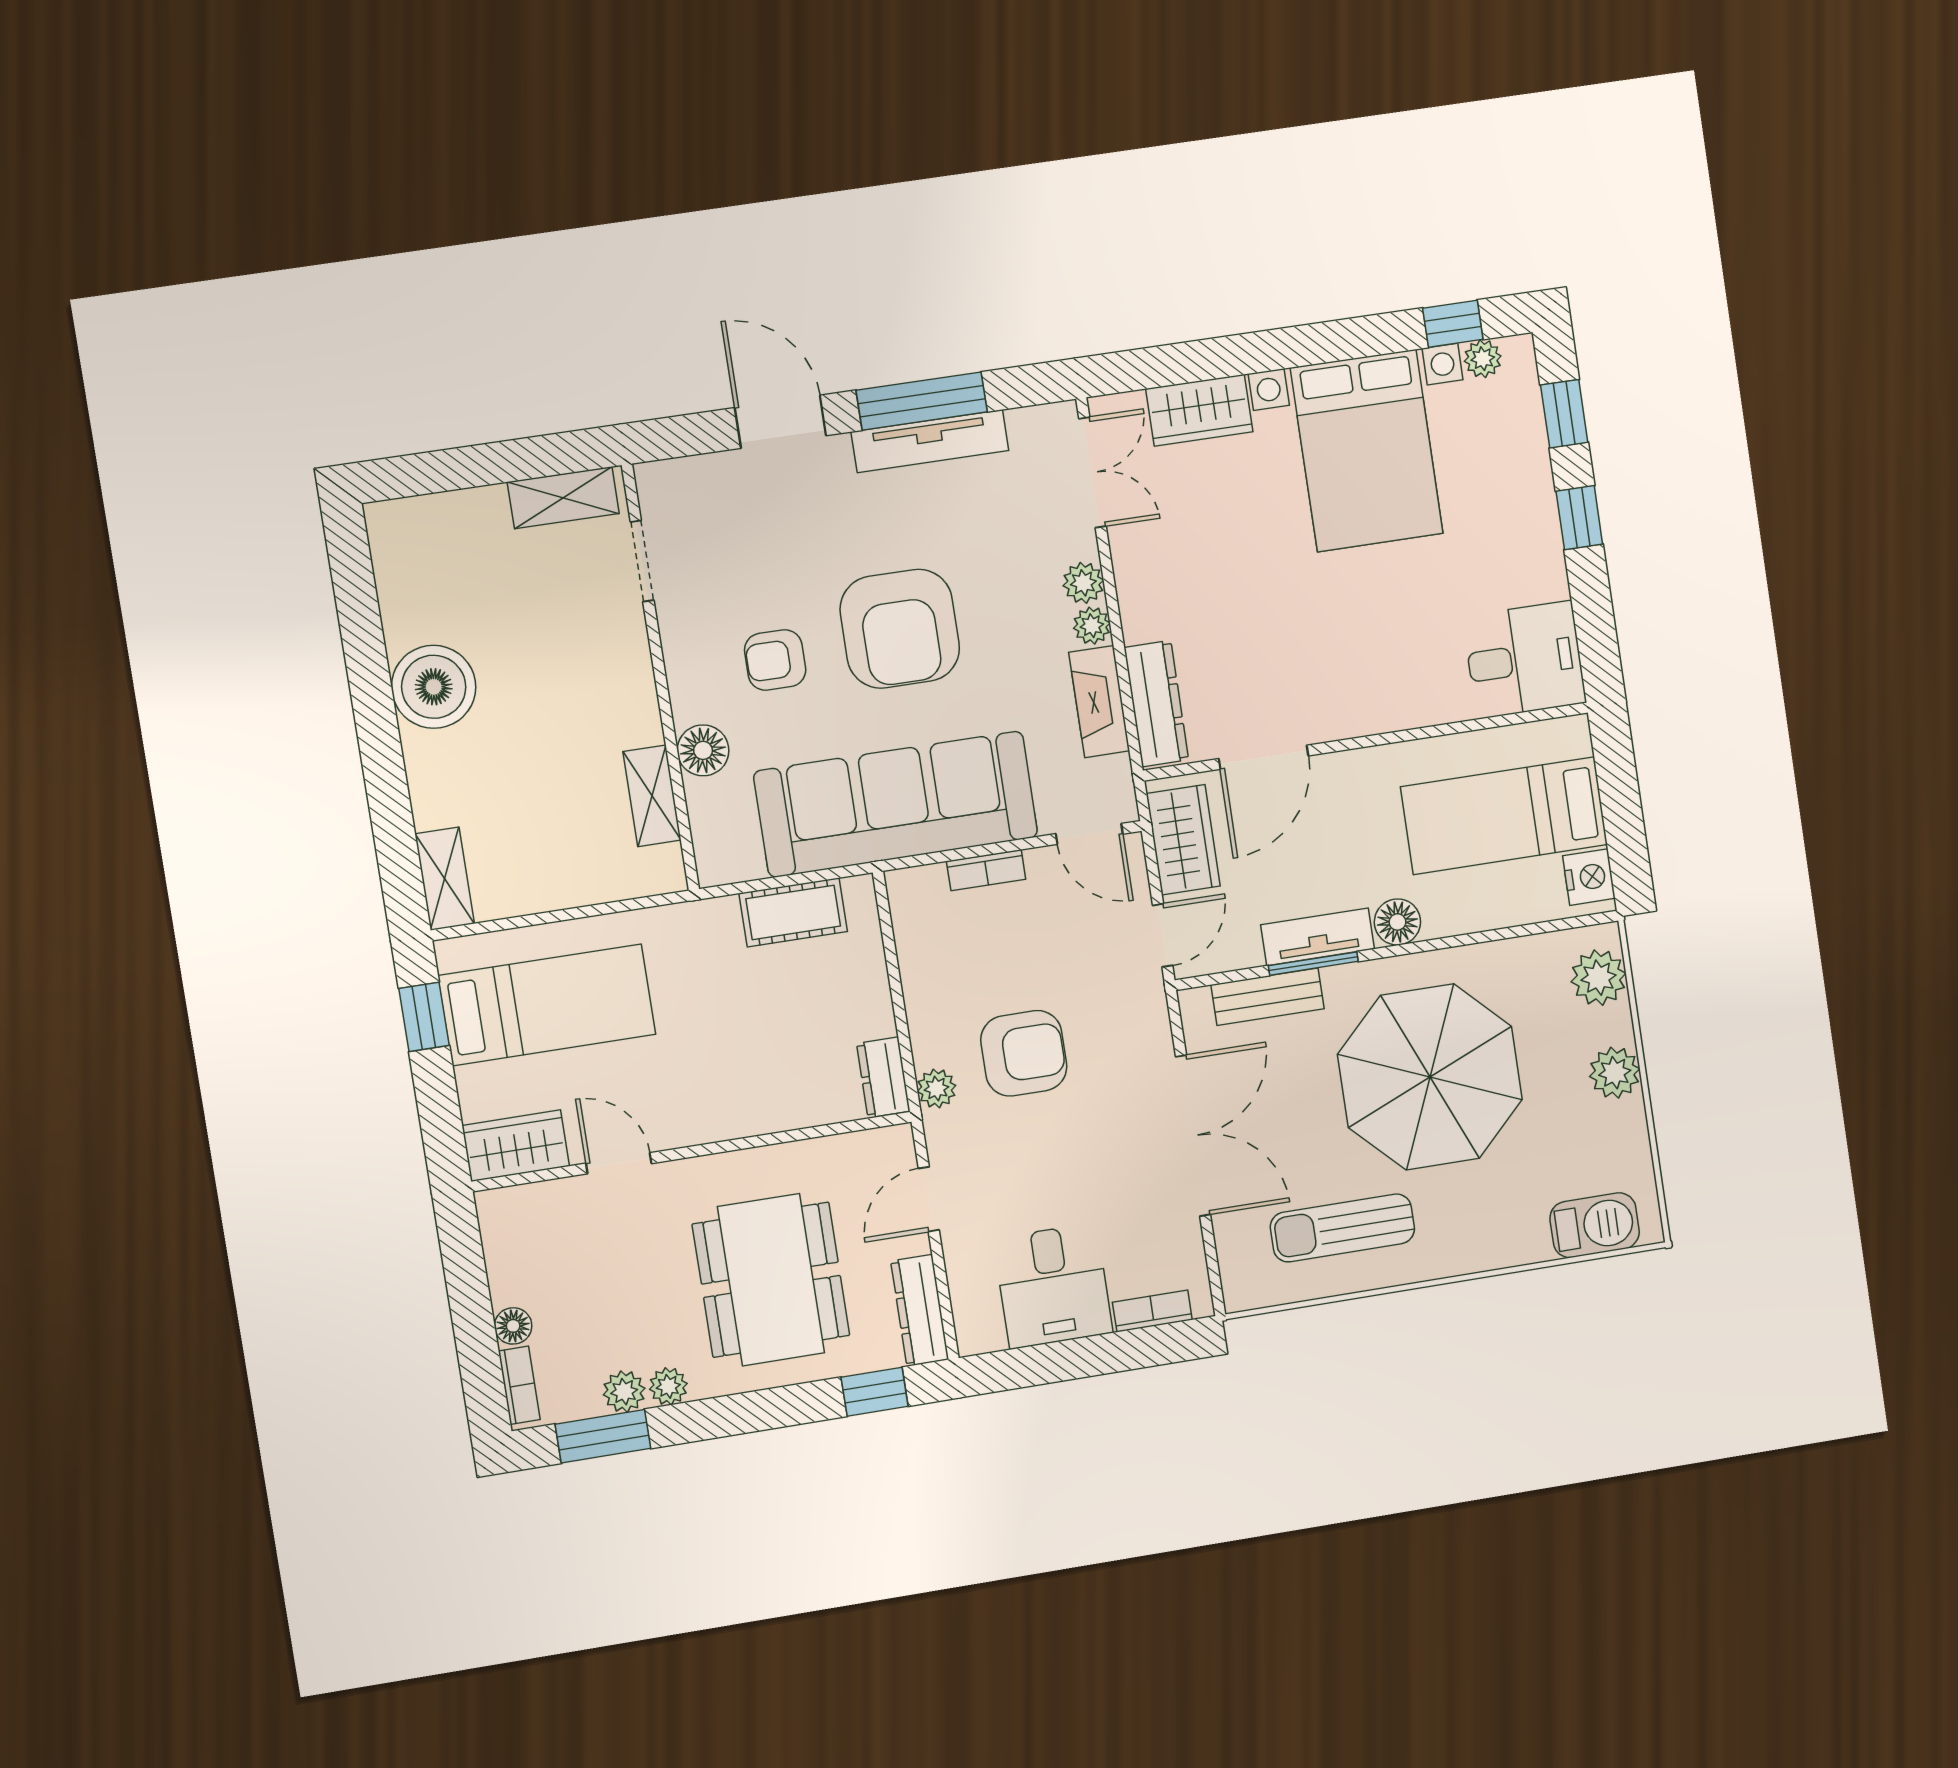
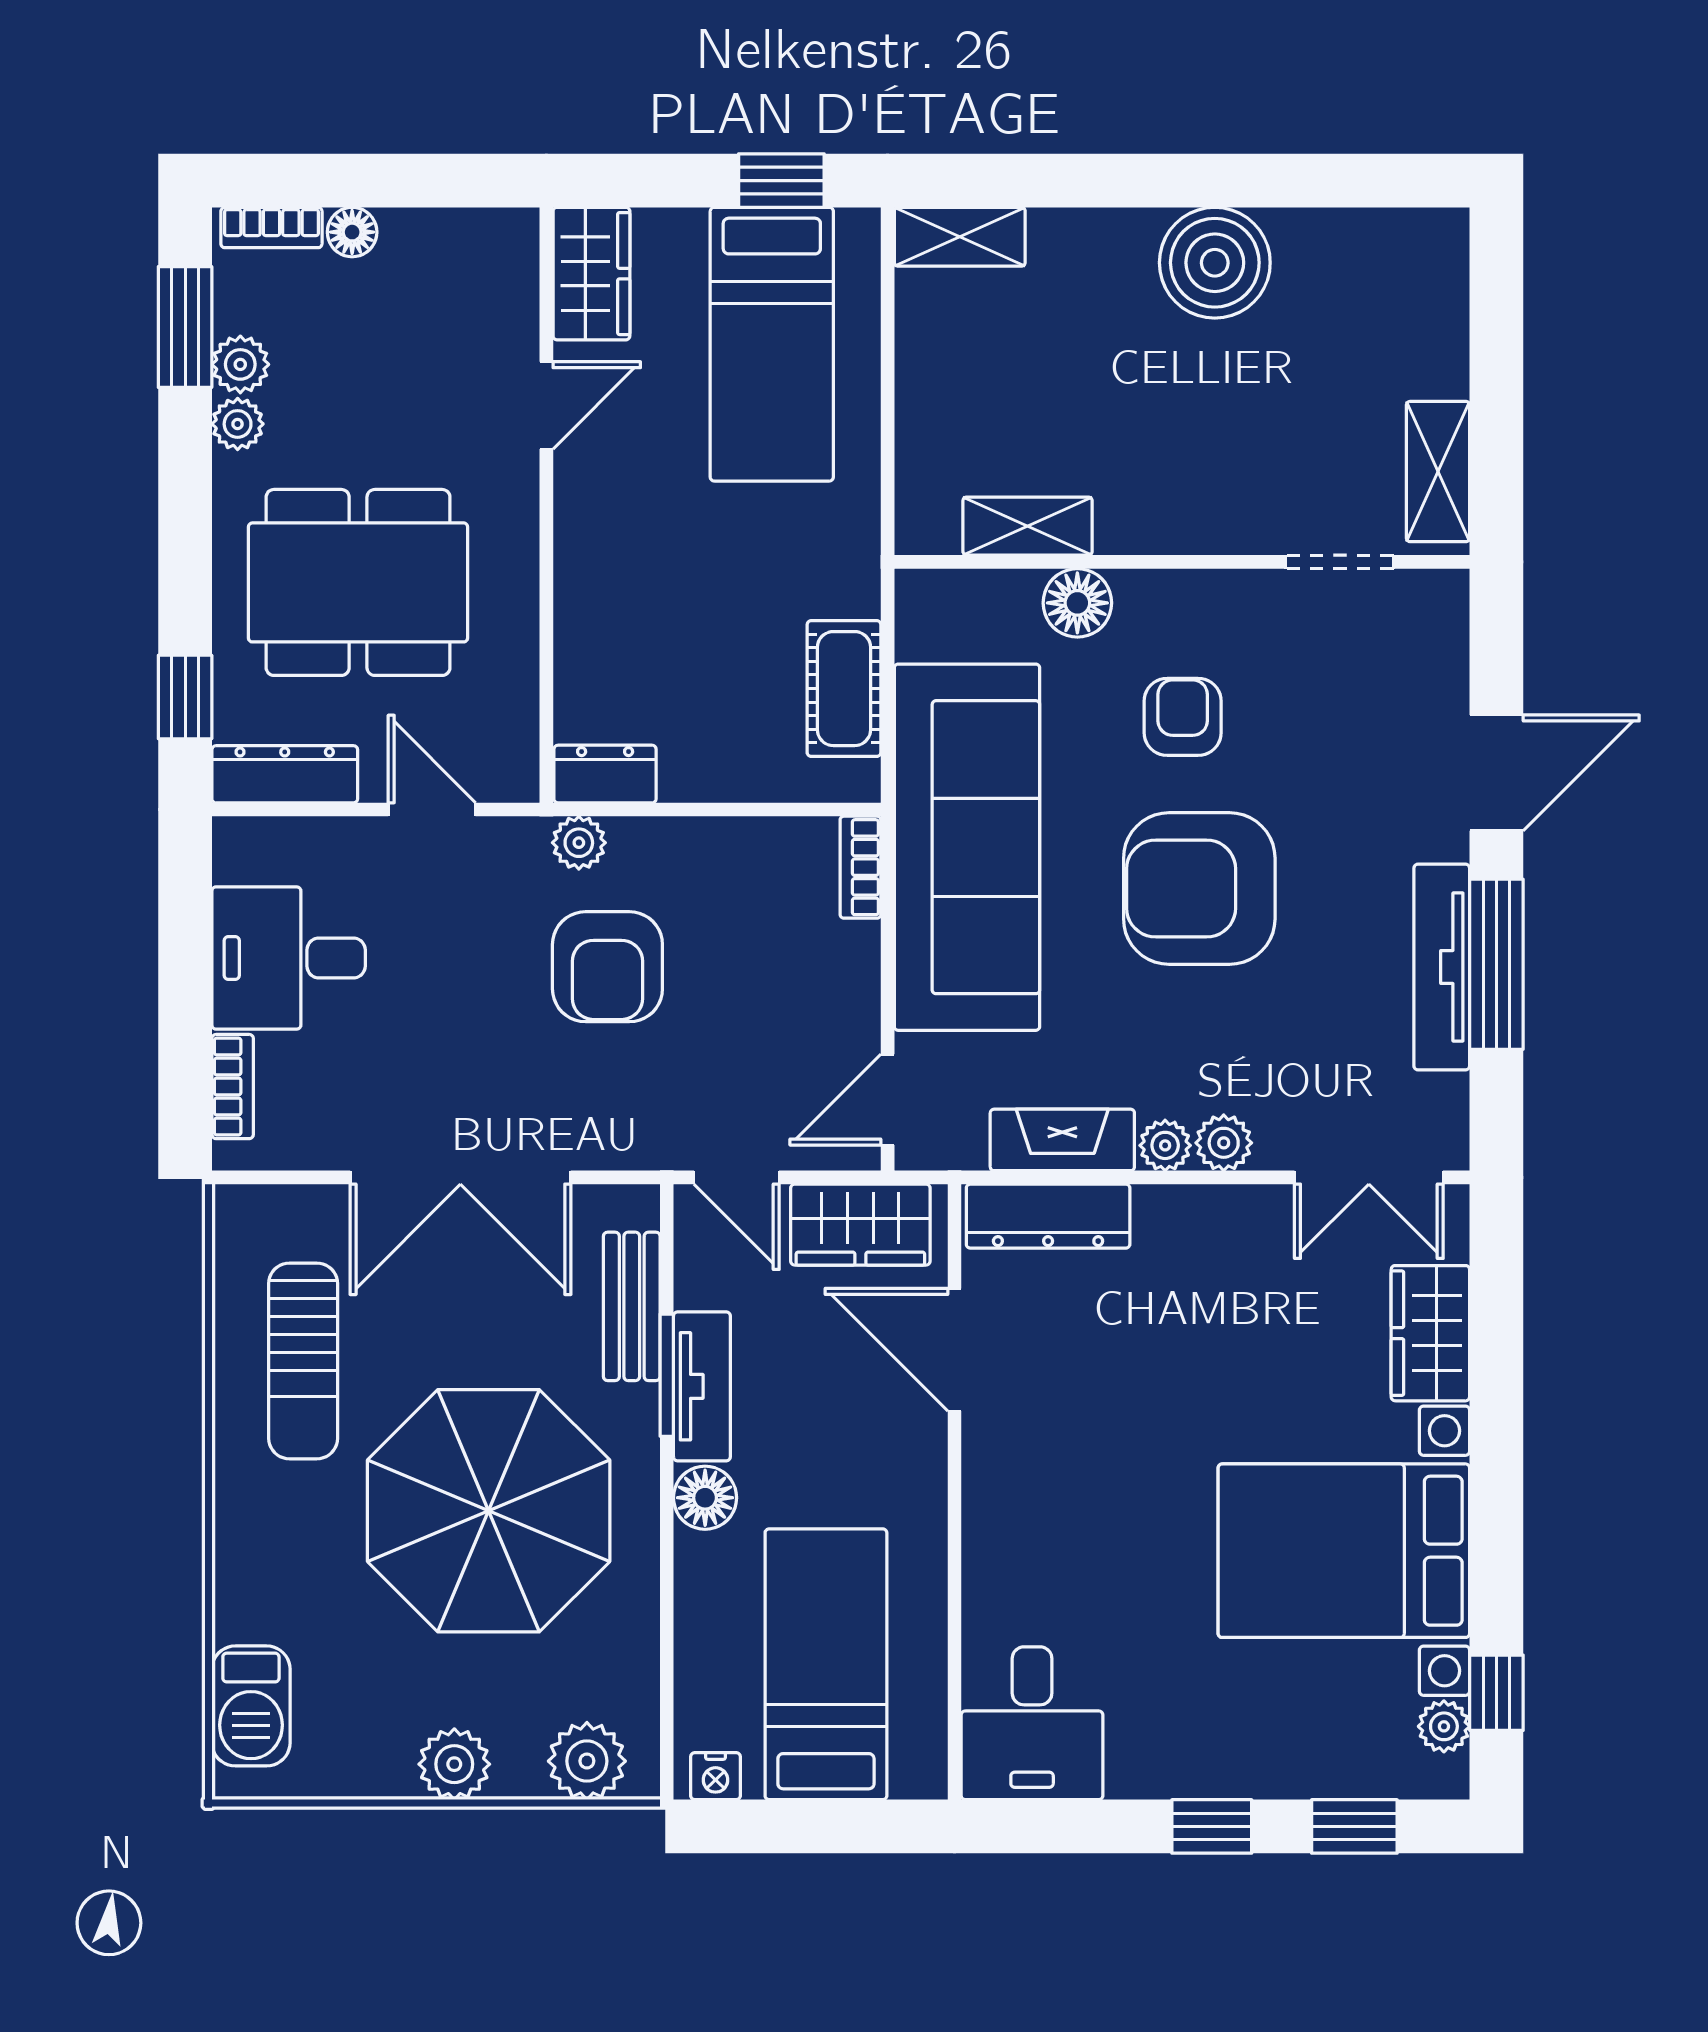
bookcase: (986, 870) -> (860, 867), moved
nightstand: (1589, 877) -> (716, 1776), width x0.72, depth x0.74
sun lounger: (1342, 1228) -> (303, 1361), turned 180

